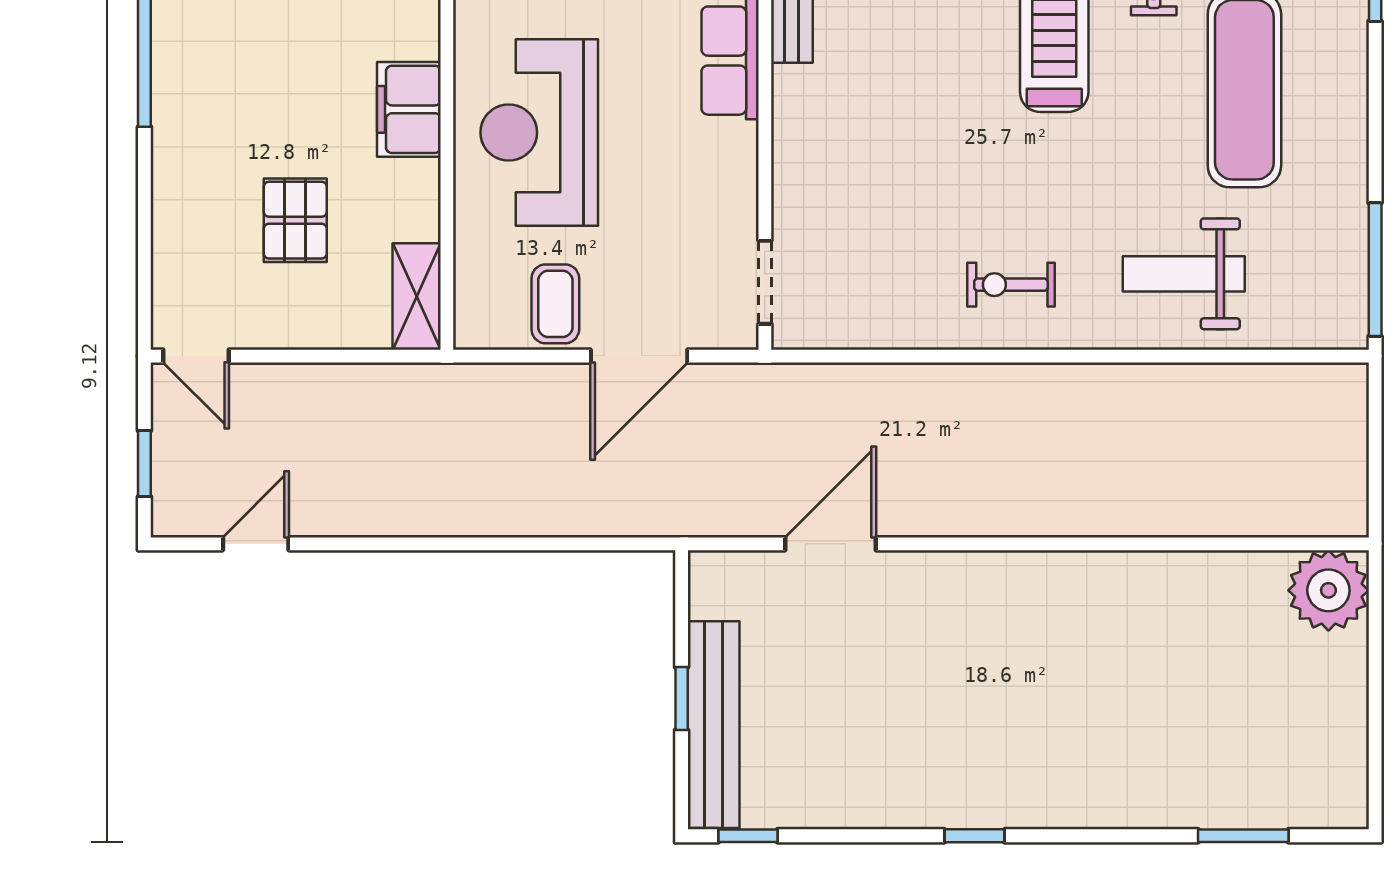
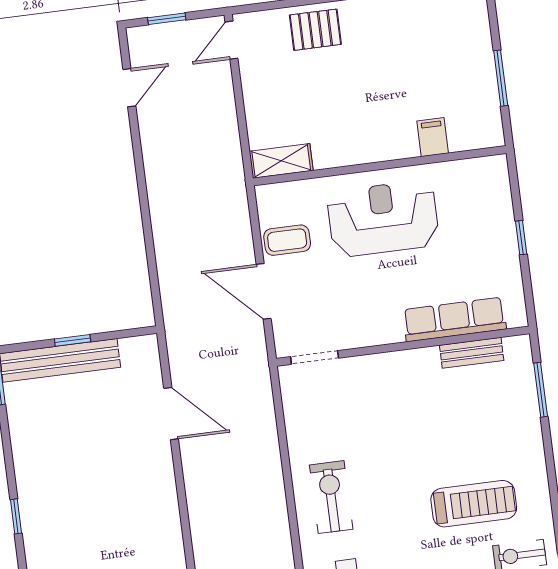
filing cabinet: (409, 109) -> (433, 137), moved, width x0.50
pallet: (295, 220) -> (315, 30), moved
exercise bike: (1011, 285) -> (331, 497), width x1.38, depth x1.39
door: (256, 544) -> (129, 88), hinge flipped

